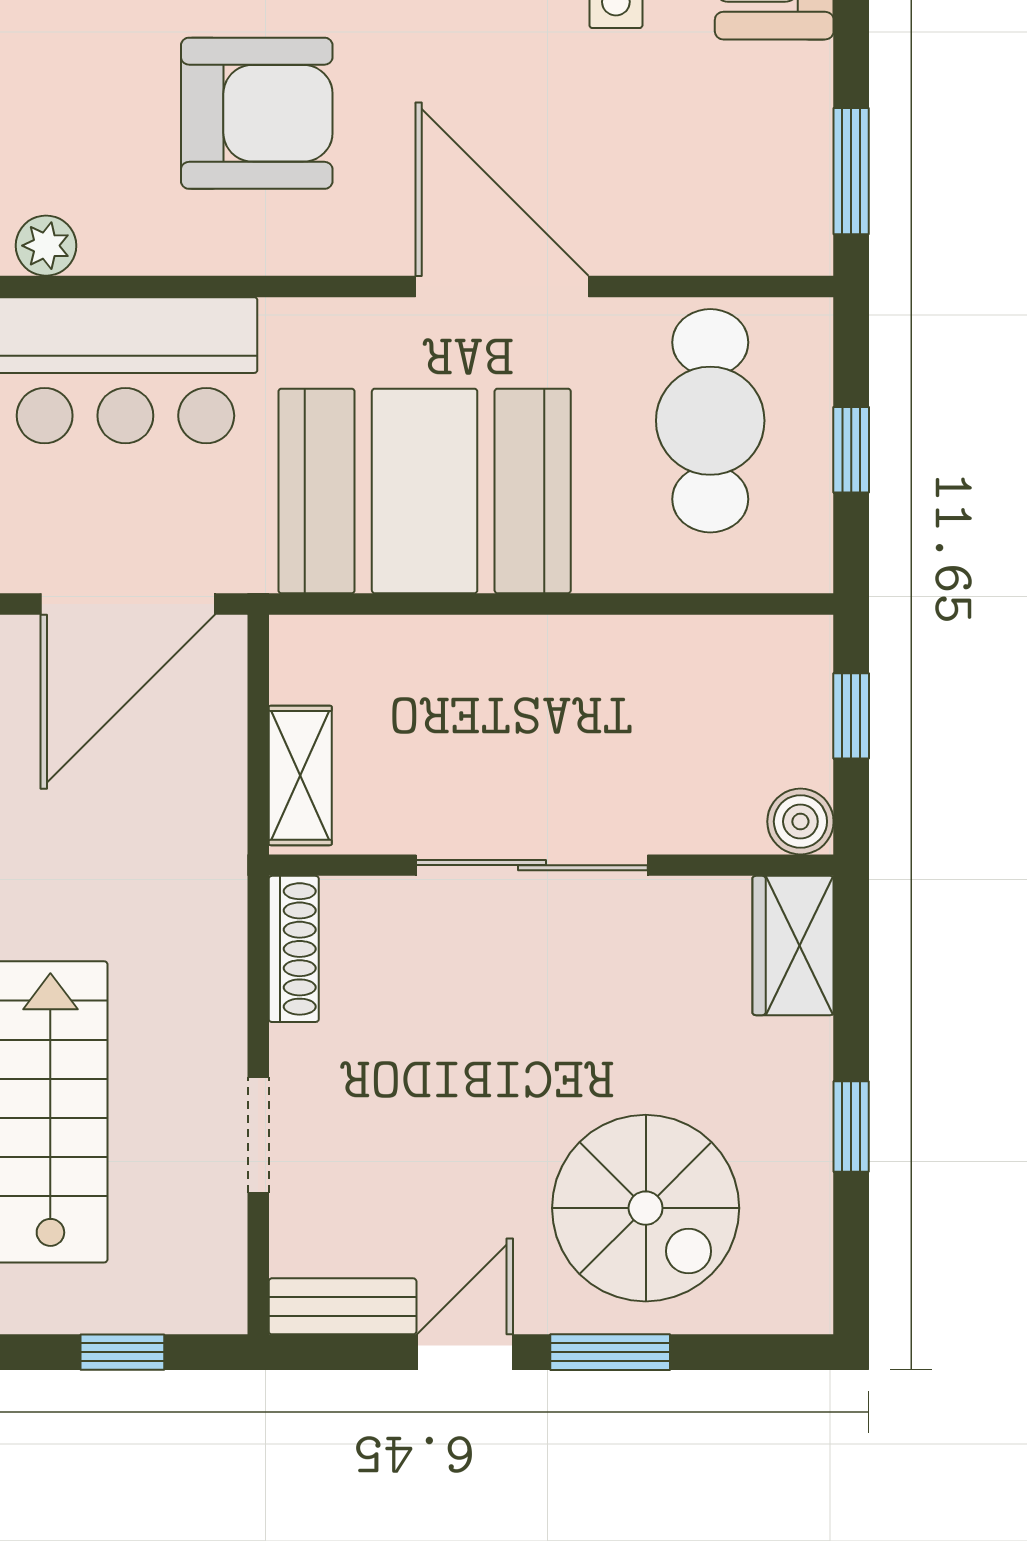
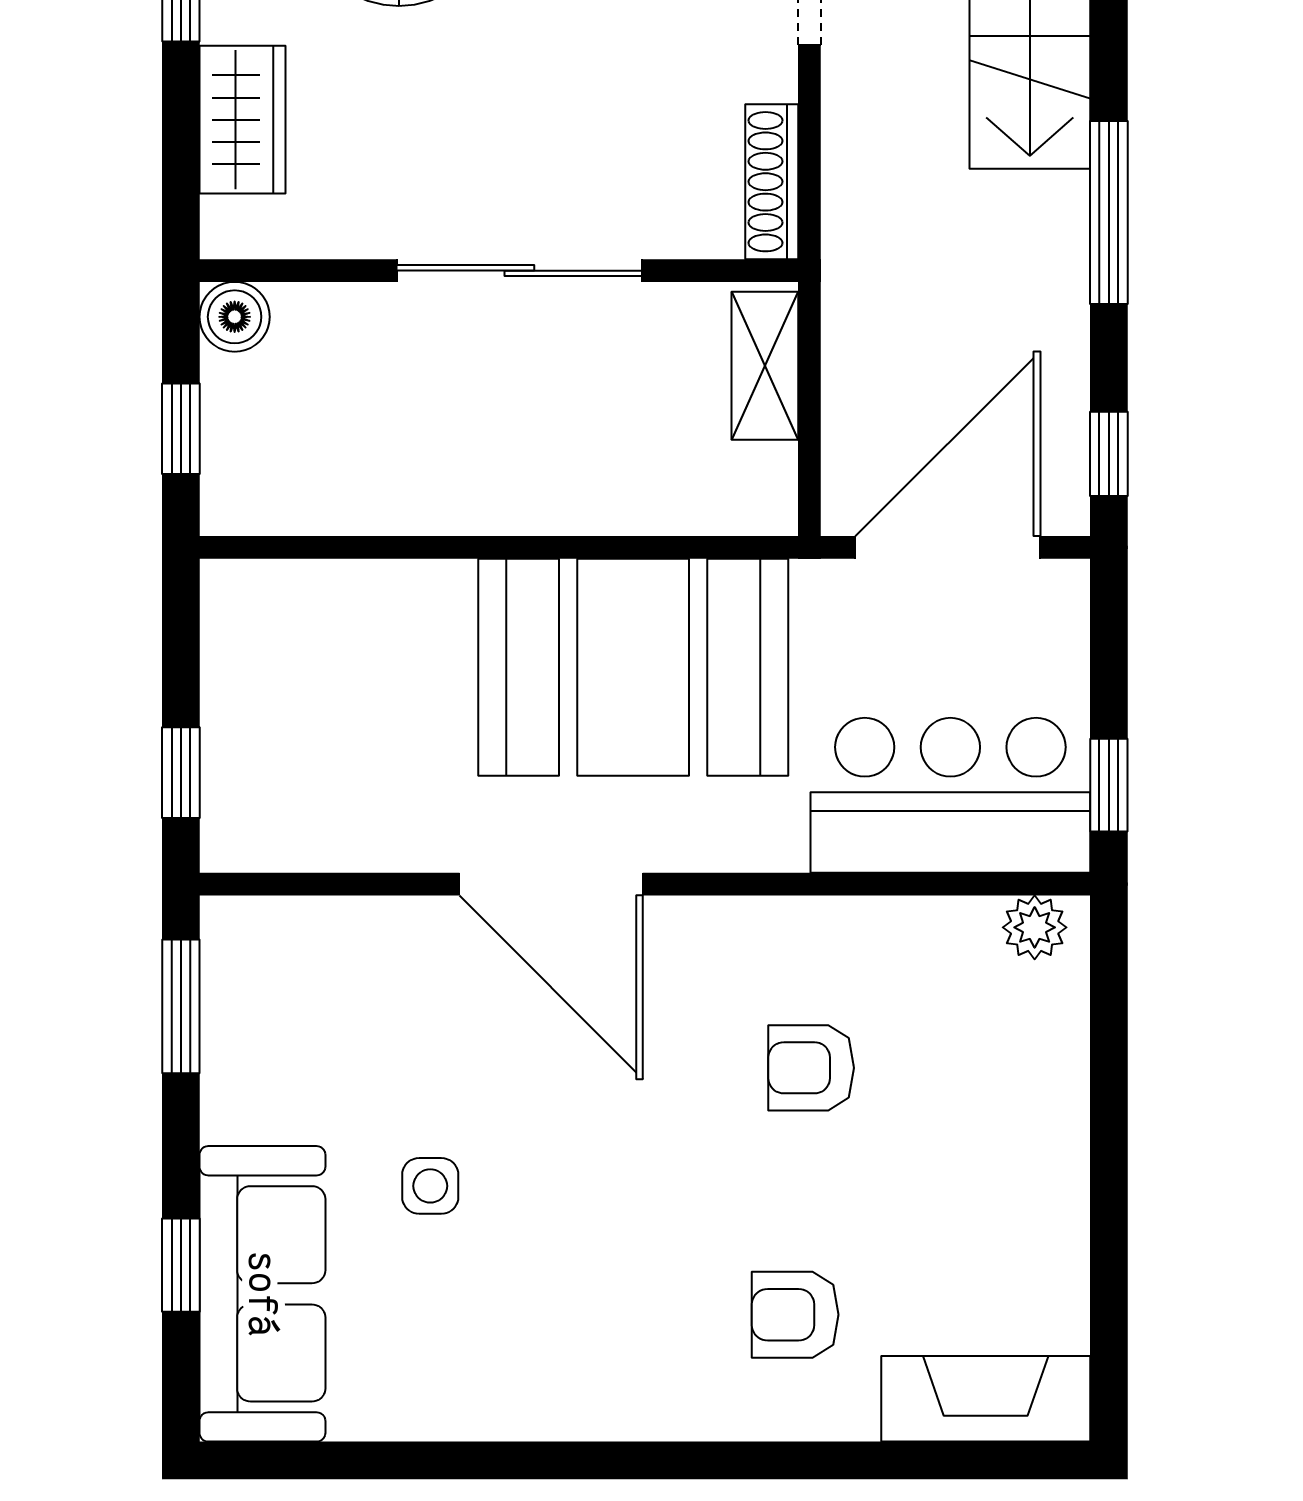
armchair: (257, 113) -> (811, 1068), width x0.53, depth x0.53
cafe table: (710, 421) -> (330, 742), removed
window: (851, 450) -> (181, 773), moved
wardrobe: (793, 945) -> (242, 120), moved

